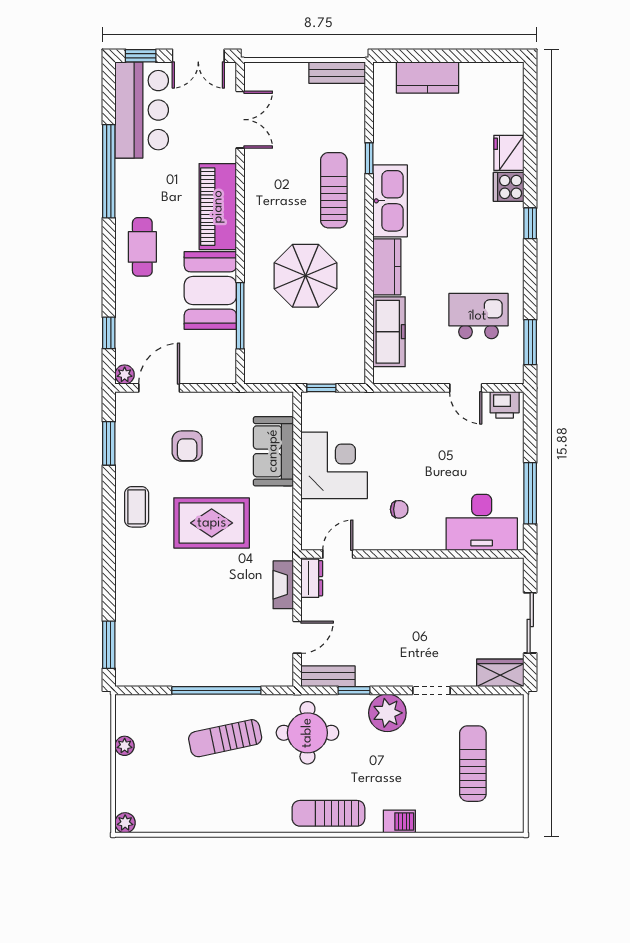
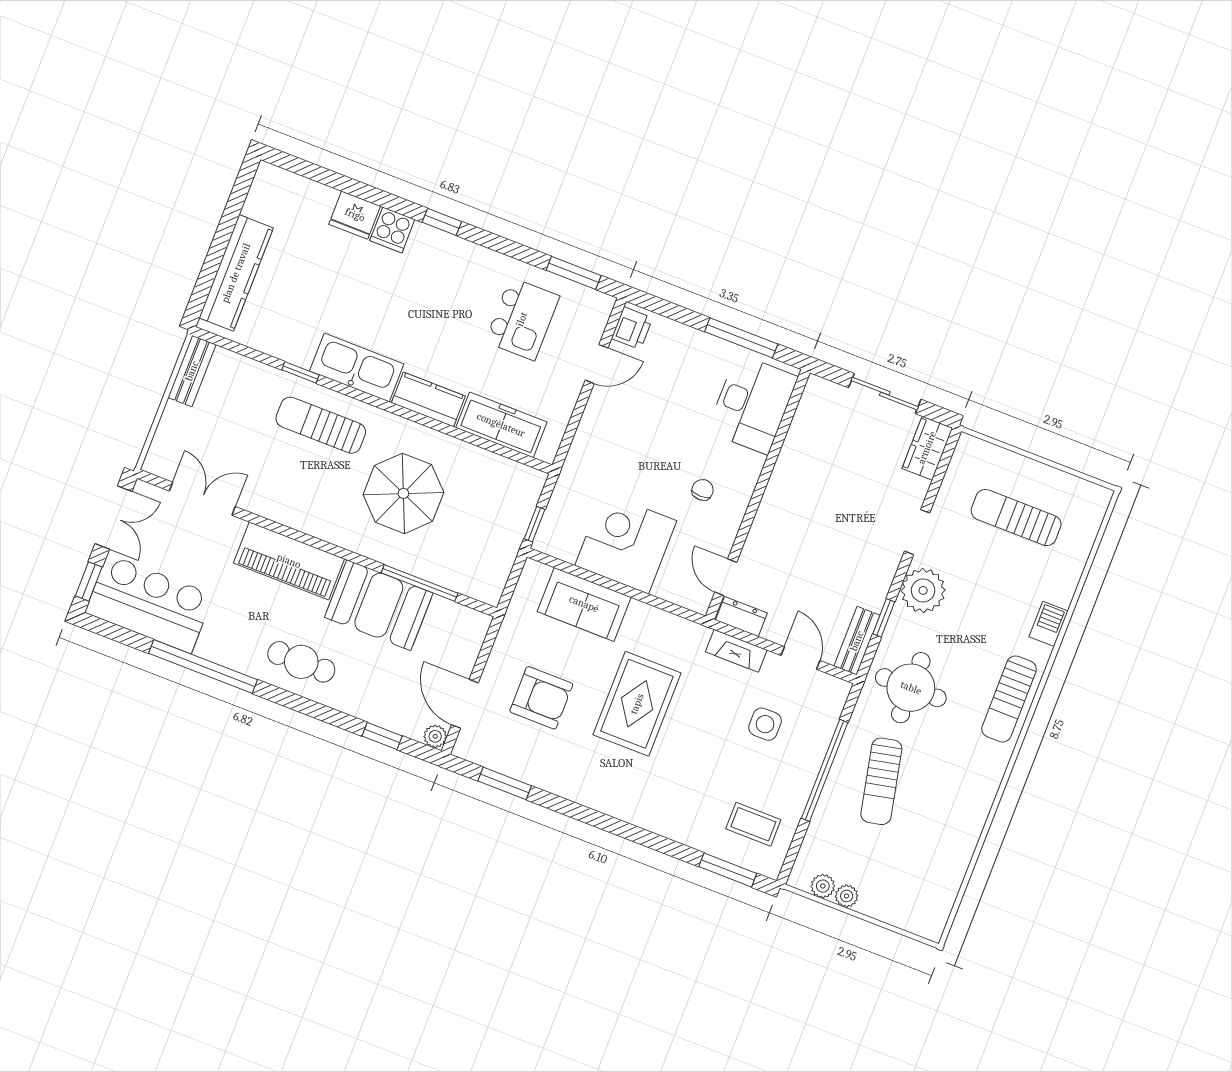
kitchen counter: (428, 78) -> (236, 273), width x1.50
kitchen island: (478, 316) -> (522, 319), turned 180
armchair: (187, 446) -> (541, 698), width x1.38, depth x1.38
coffee table: (137, 507) -> (753, 824), moved
side table: (235, 630) -> (765, 724), added
plant: (125, 823) -> (823, 886), moved

